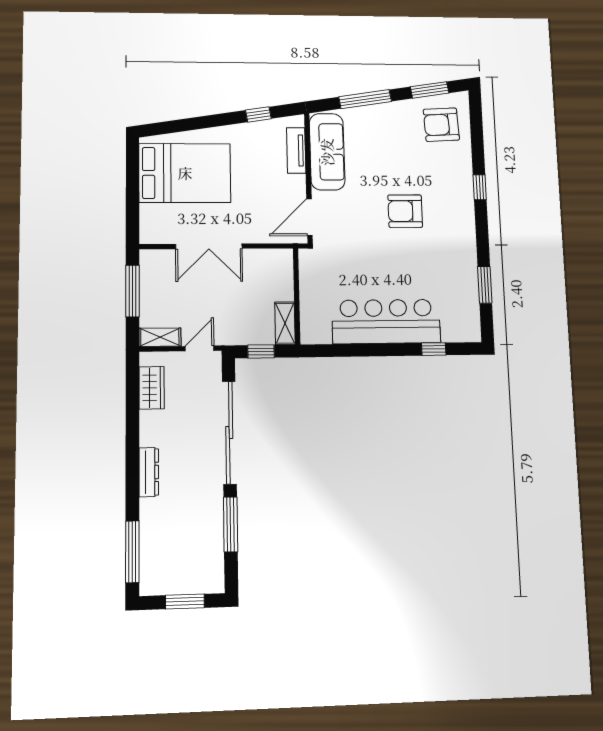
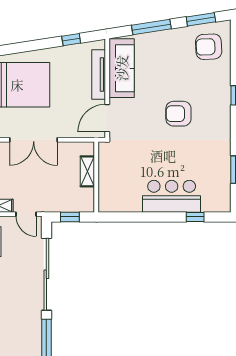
tv unit: (296, 150) -> (99, 75), width x1.41
bar counter: (386, 321) -> (172, 196), width x0.73
shelving: (285, 323) -> (87, 171), moved
door: (199, 348) -> (26, 214), swing flipped

